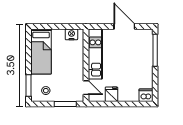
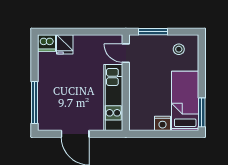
nightstand: (71, 34) -> (163, 123), moved
window: (28, 86) -> (202, 112), moved
fridge: (111, 94) -> (65, 44), moved

